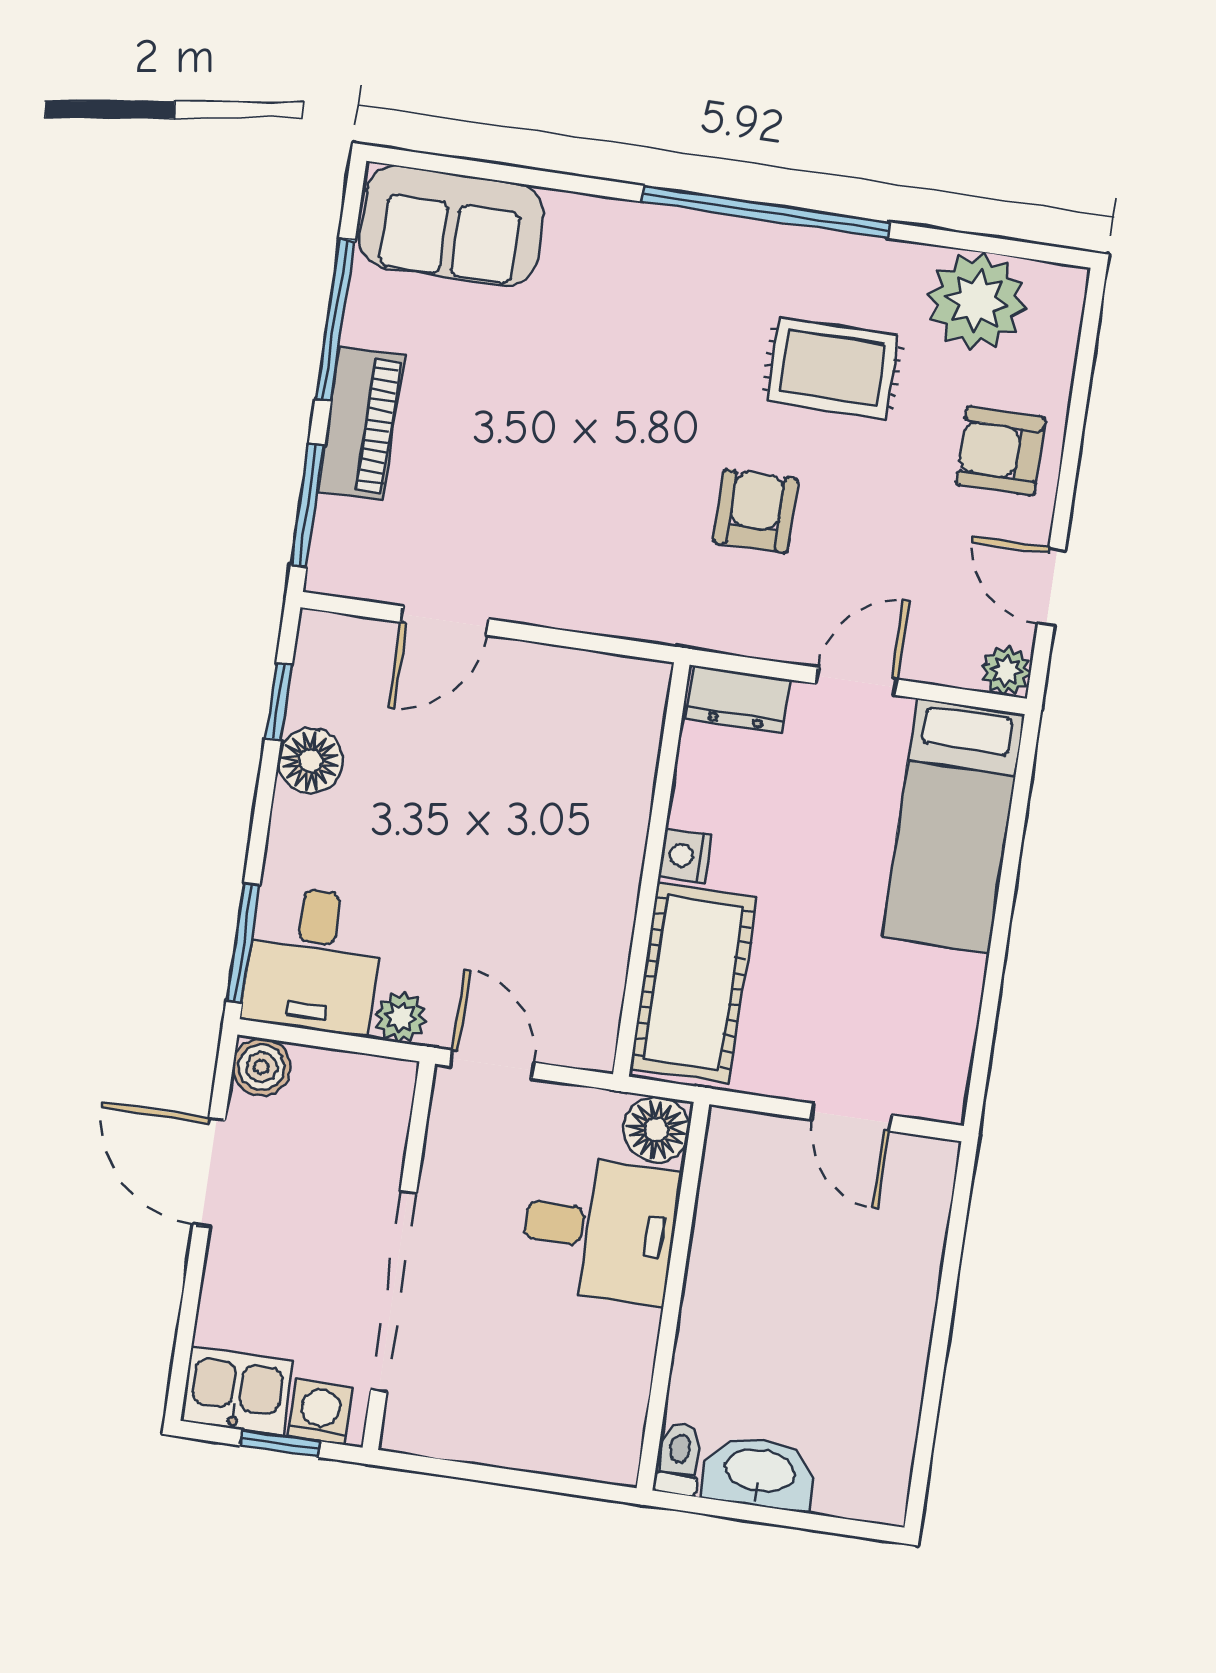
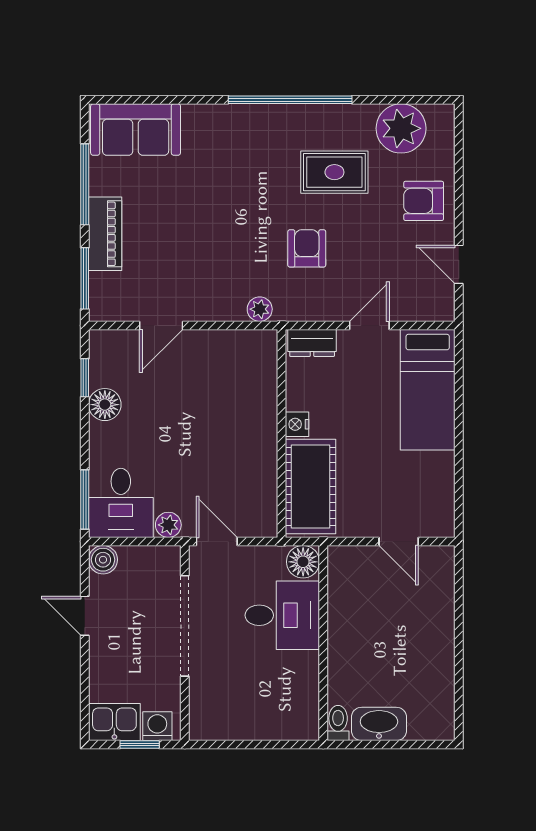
plant: (1006, 671) -> (260, 309), moved
door: (209, 1173) -> (85, 616), width x0.73
doorway: (393, 1291) -> (185, 626), moved

